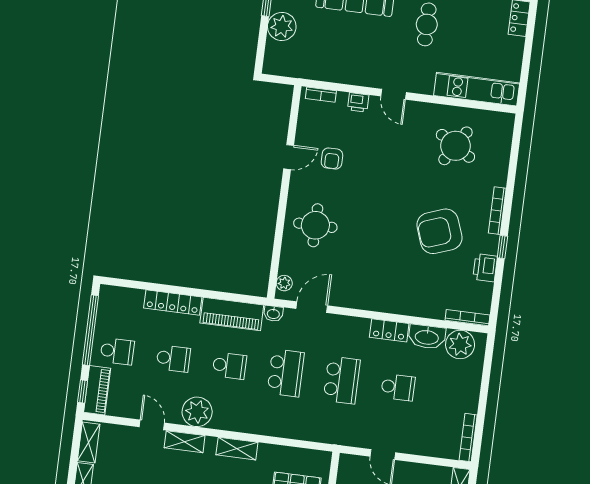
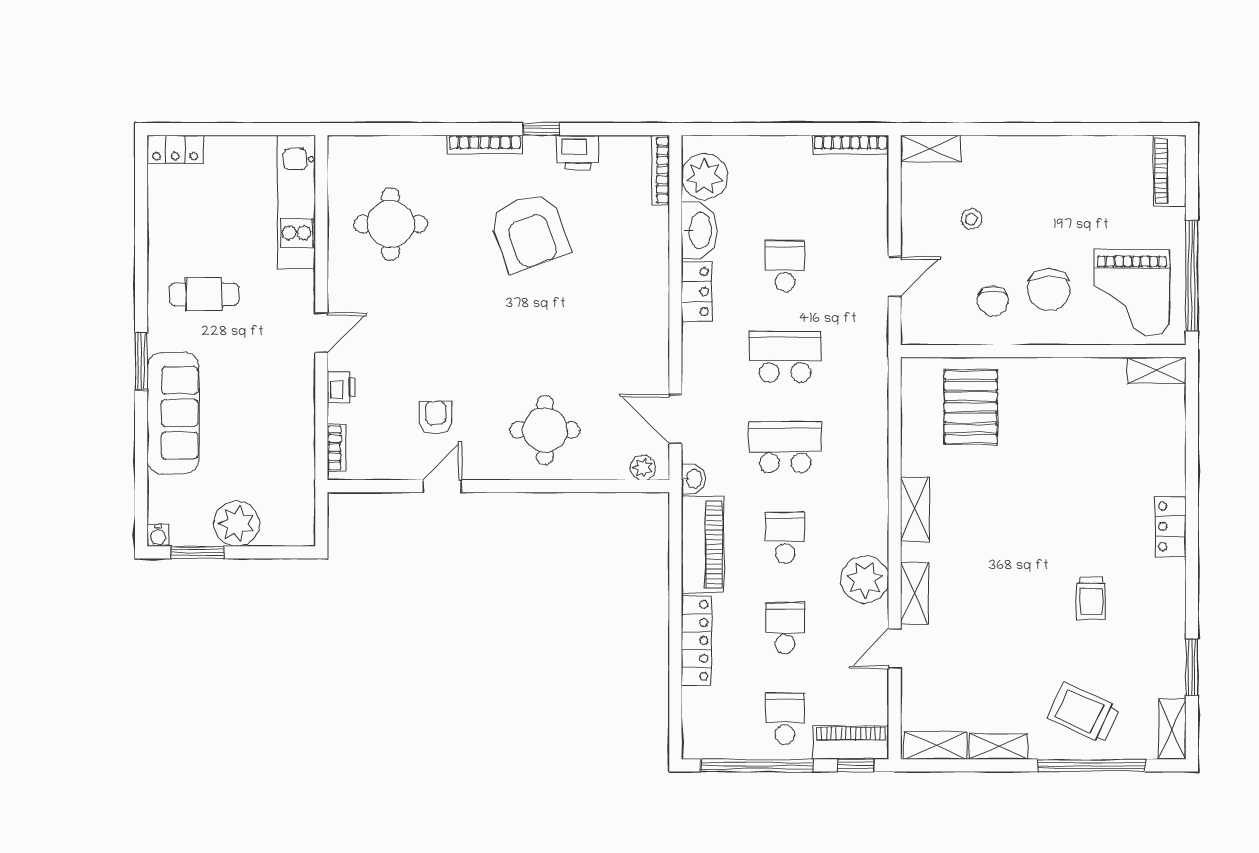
round table: (455, 146) -> (391, 224), turned -32
door: (289, 157) -> (442, 486), hinge flipped
armchair: (332, 159) -> (436, 417), turned -90

